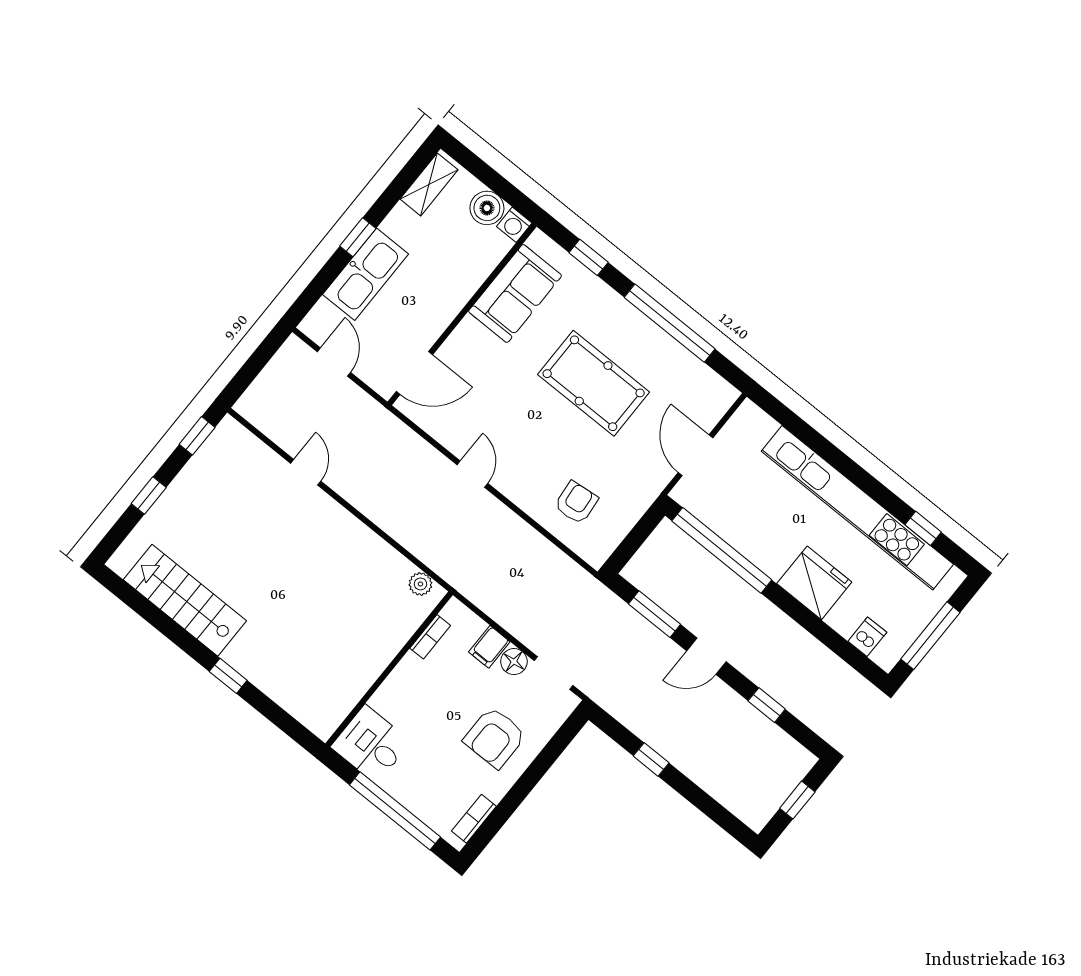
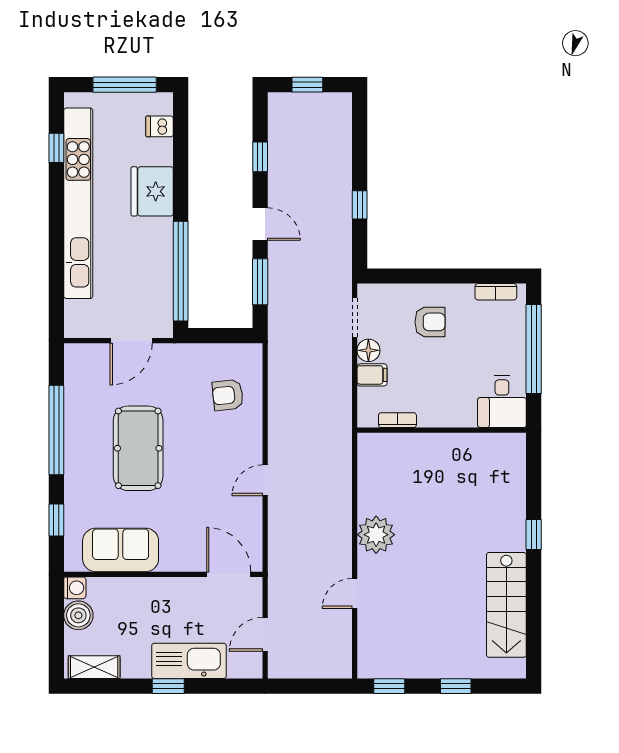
plant: (420, 584) -> (376, 535), moved, width x1.88, depth x1.88
armchair: (495, 738) -> (430, 322), width x0.72, depth x0.72

